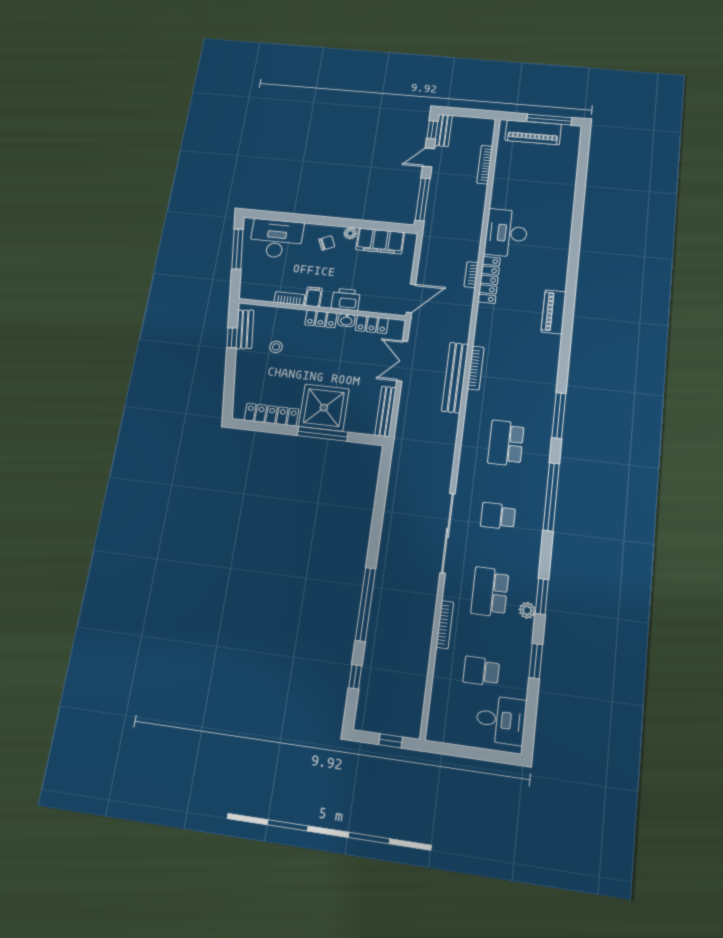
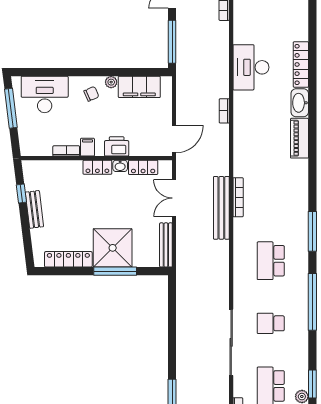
washbasin: (558, 275) -> (300, 103), added
locker: (489, 280) -> (301, 64), moved, turned 180
bench: (245, 329) -> (34, 209), moved
stool: (276, 347) -> (62, 198), removed

